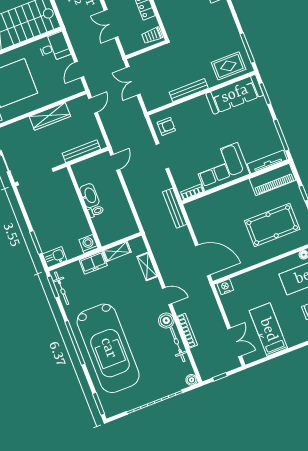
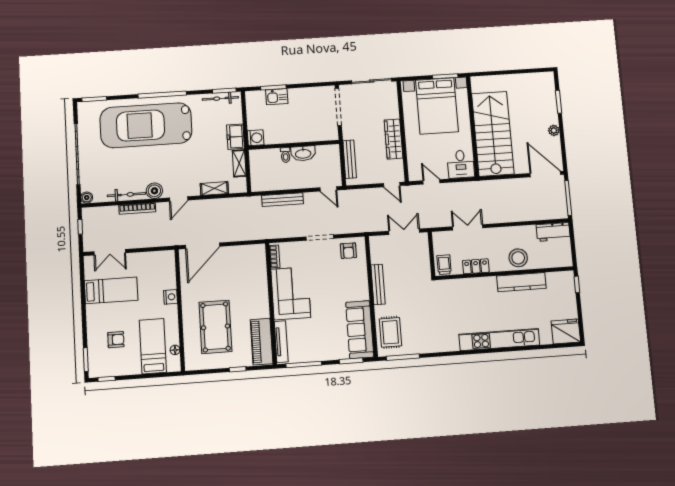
bench: (175, 208) -> (282, 200), moved
kitchen sink: (55, 257) -> (277, 97), moved, turned 90
nightstand: (225, 287) -> (171, 297), moved

